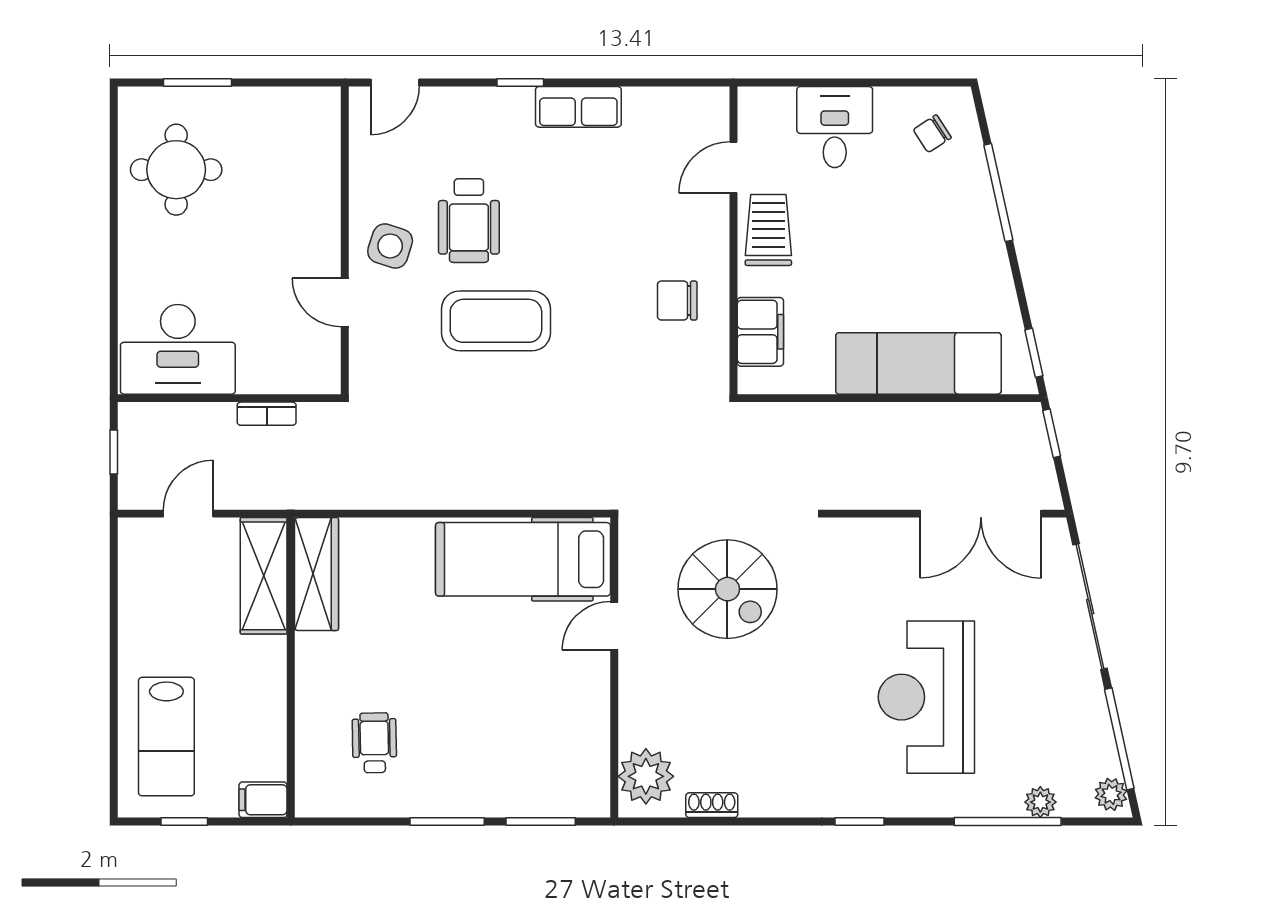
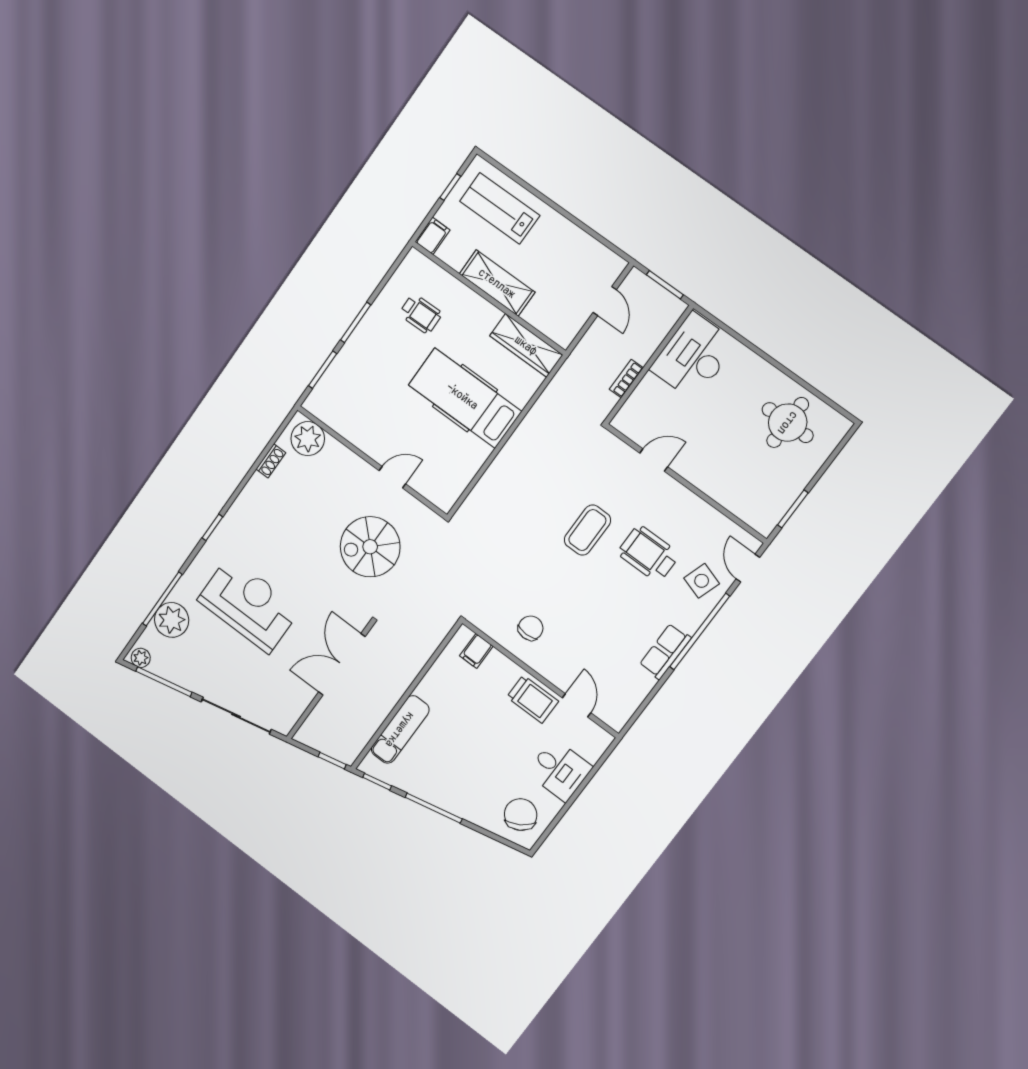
window: (197, 82) -> (793, 509), moved
window: (520, 82) -> (700, 632), width x3.17
chair: (932, 134) -> (521, 815), width x1.87, depth x1.87
window: (998, 193) -> (434, 808), moved
side table: (390, 246) -> (702, 581), moved
coffee table: (496, 321) -> (587, 530), width x0.73, depth x0.76
filing cabinet: (760, 332) -> (476, 651), width x0.50
exam couch: (918, 363) -> (400, 730), width x0.73, depth x0.69
window: (114, 452) -> (665, 285), width x1.50
double door: (981, 514) -> (342, 664), moved
hospital bed: (523, 559) -> (465, 398), moved, turned -90
shelving: (264, 576) -> (497, 283), moved
door: (614, 626) -> (392, 477), hinge flipped
plant: (1040, 802) -> (172, 620), width x1.88, depth x1.88

